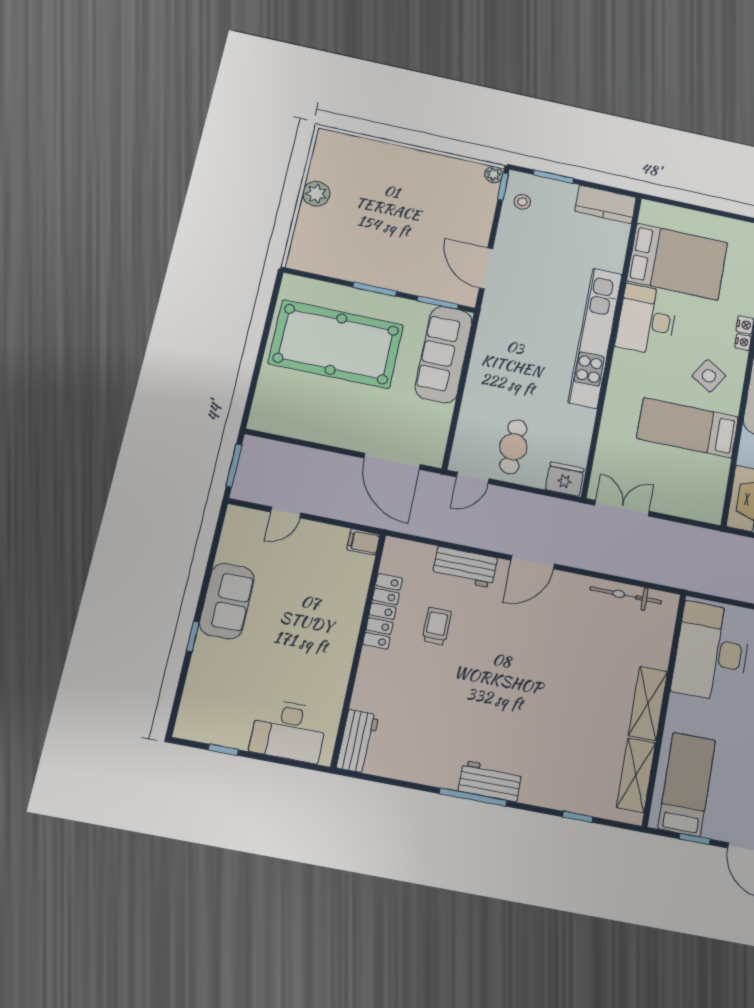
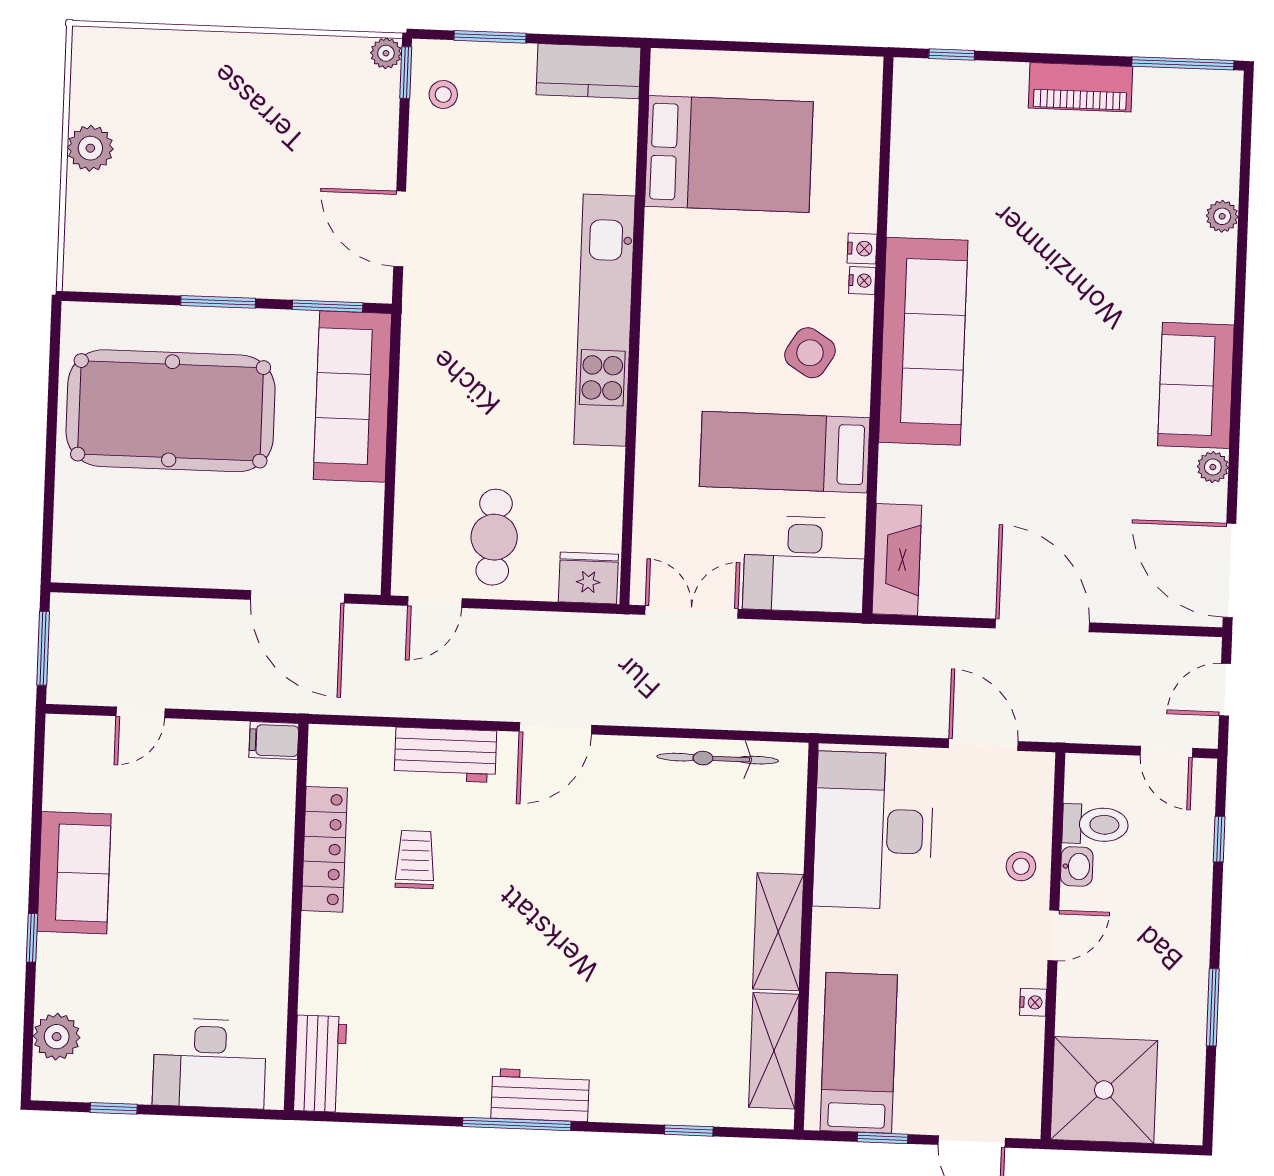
desk: (647, 320) -> (804, 564), moved, turned -90
plant: (196, 700) -> (57, 1037), added

